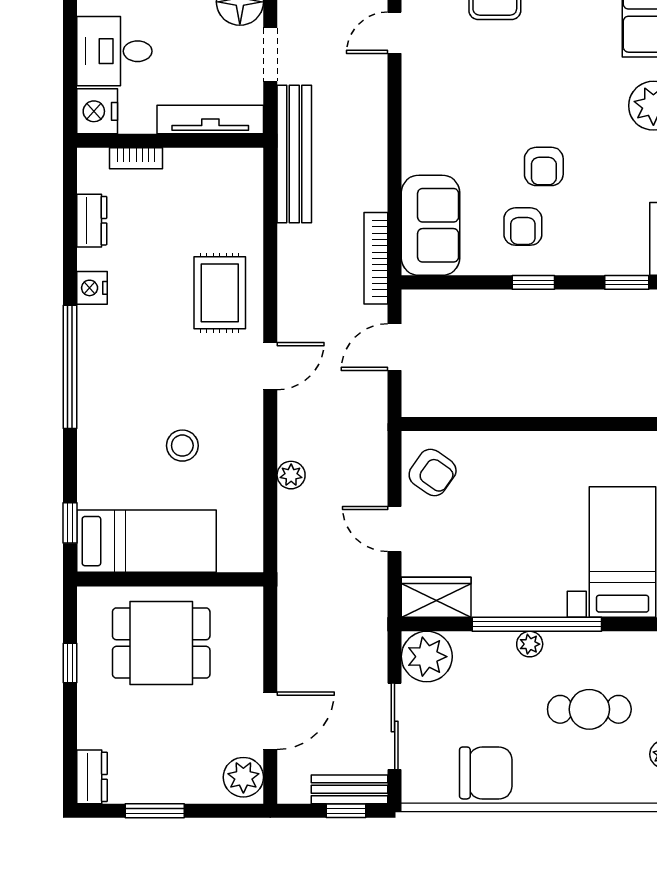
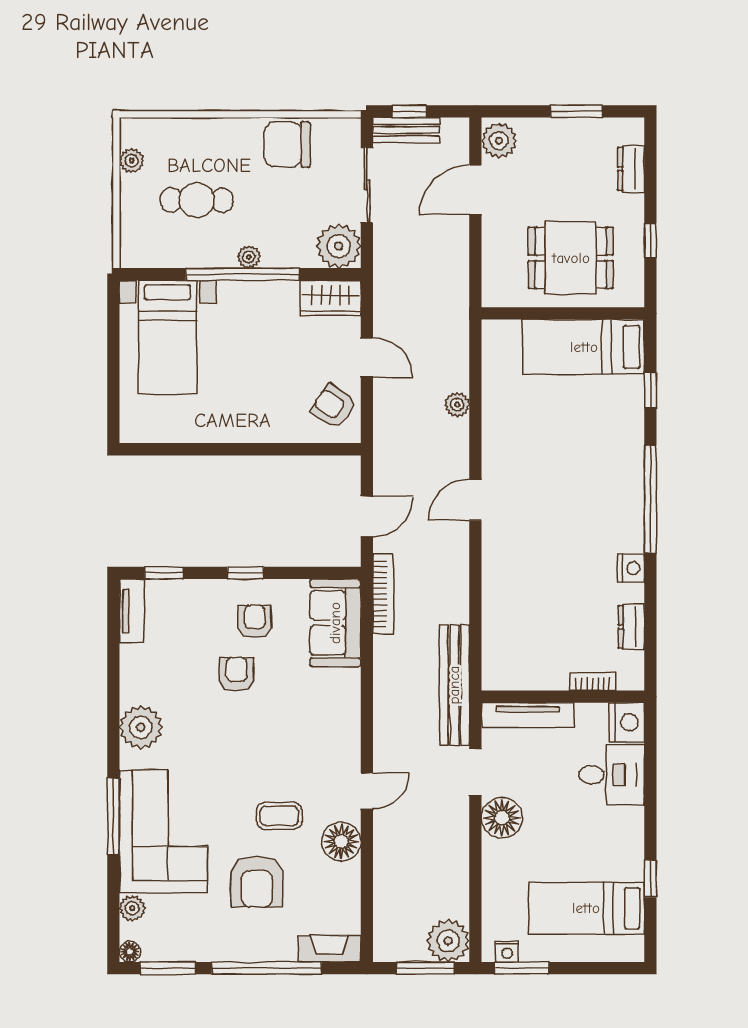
rug: (220, 293) -> (520, 564), removed
stool: (182, 446) -> (552, 430), removed
window: (70, 523) -> (650, 390), moved
dresser: (92, 777) -> (631, 169), moved

